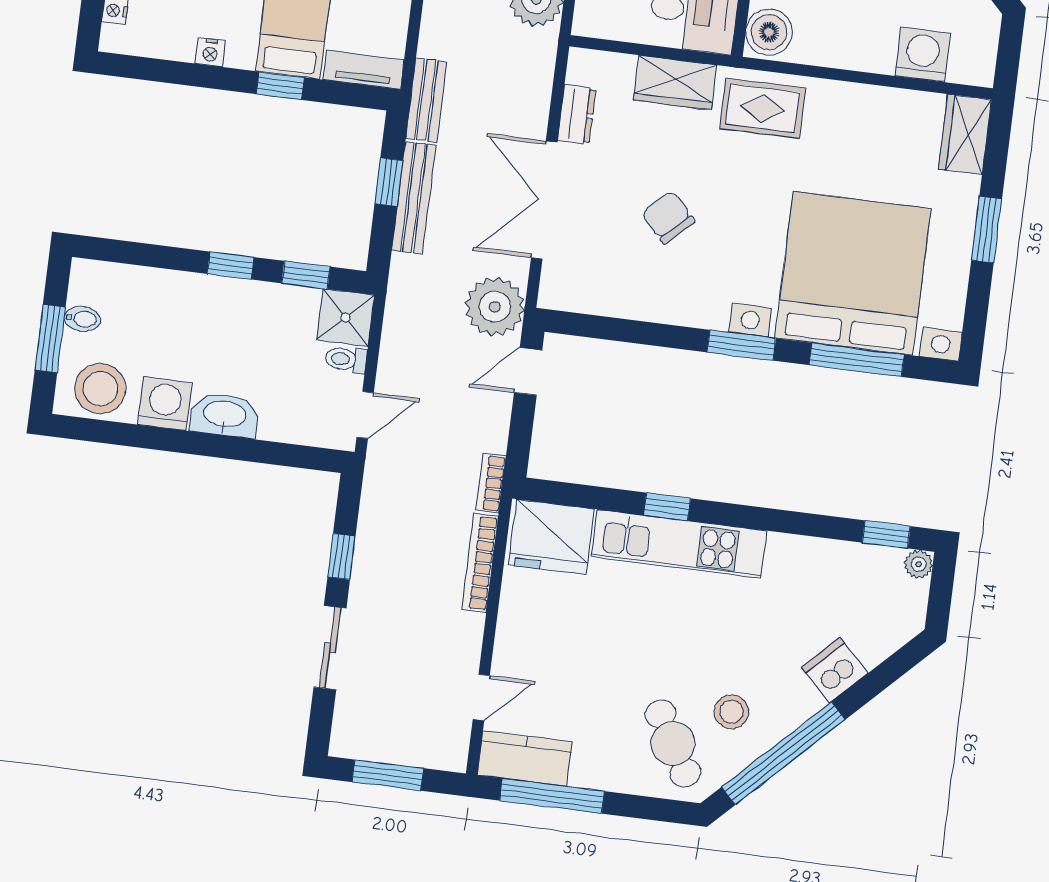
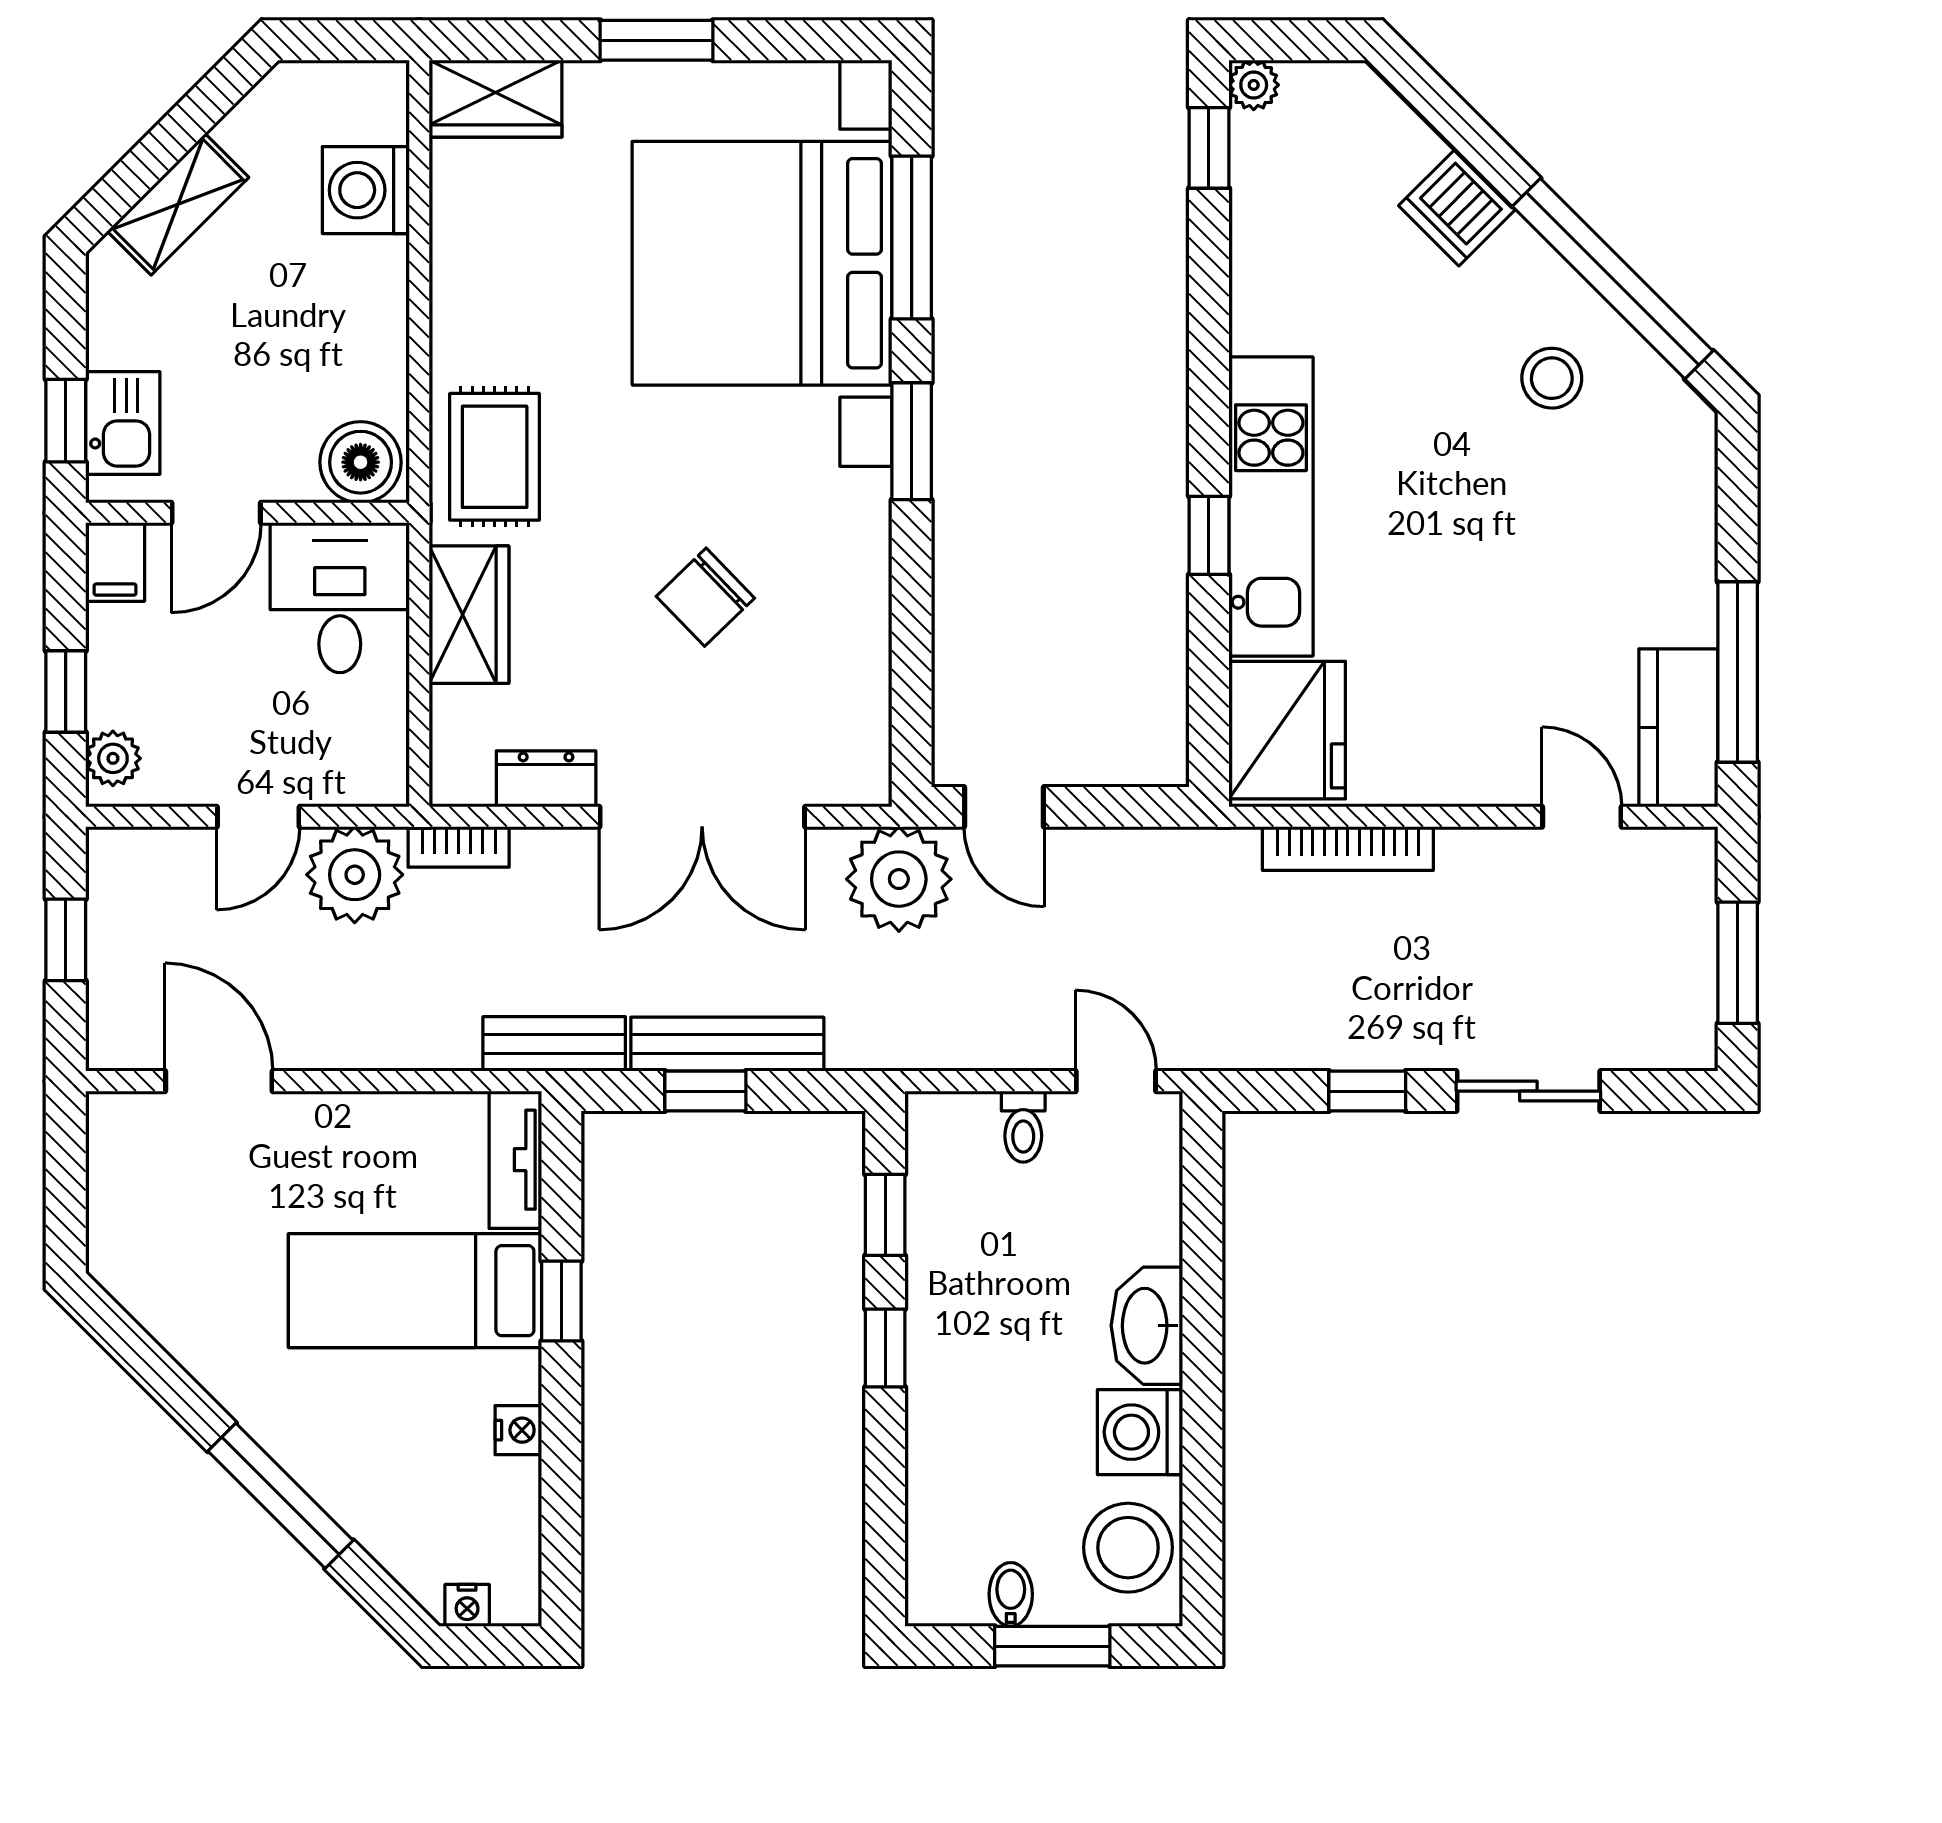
shower: (346, 318) -> (951, 1137), removed
bookcase: (491, 483) -> (459, 847), moved
cafe table: (673, 743) -> (1620, 473), removed

